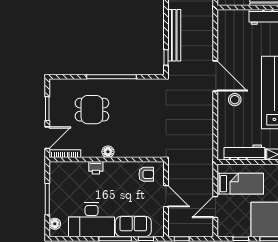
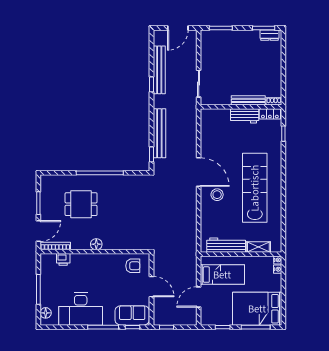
printer: (96, 168) -> (63, 259), moved
sofa: (133, 226) -> (132, 315), moved

